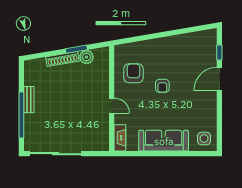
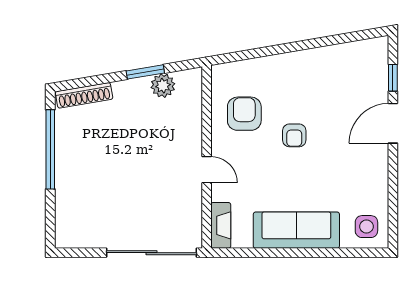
shoe rack: (62, 59) -> (84, 95), moved
bench: (29, 100) -> (63, 159), removed
window: (21, 115) -> (50, 149), moved
sliding door: (55, 154) -> (152, 253), moved

